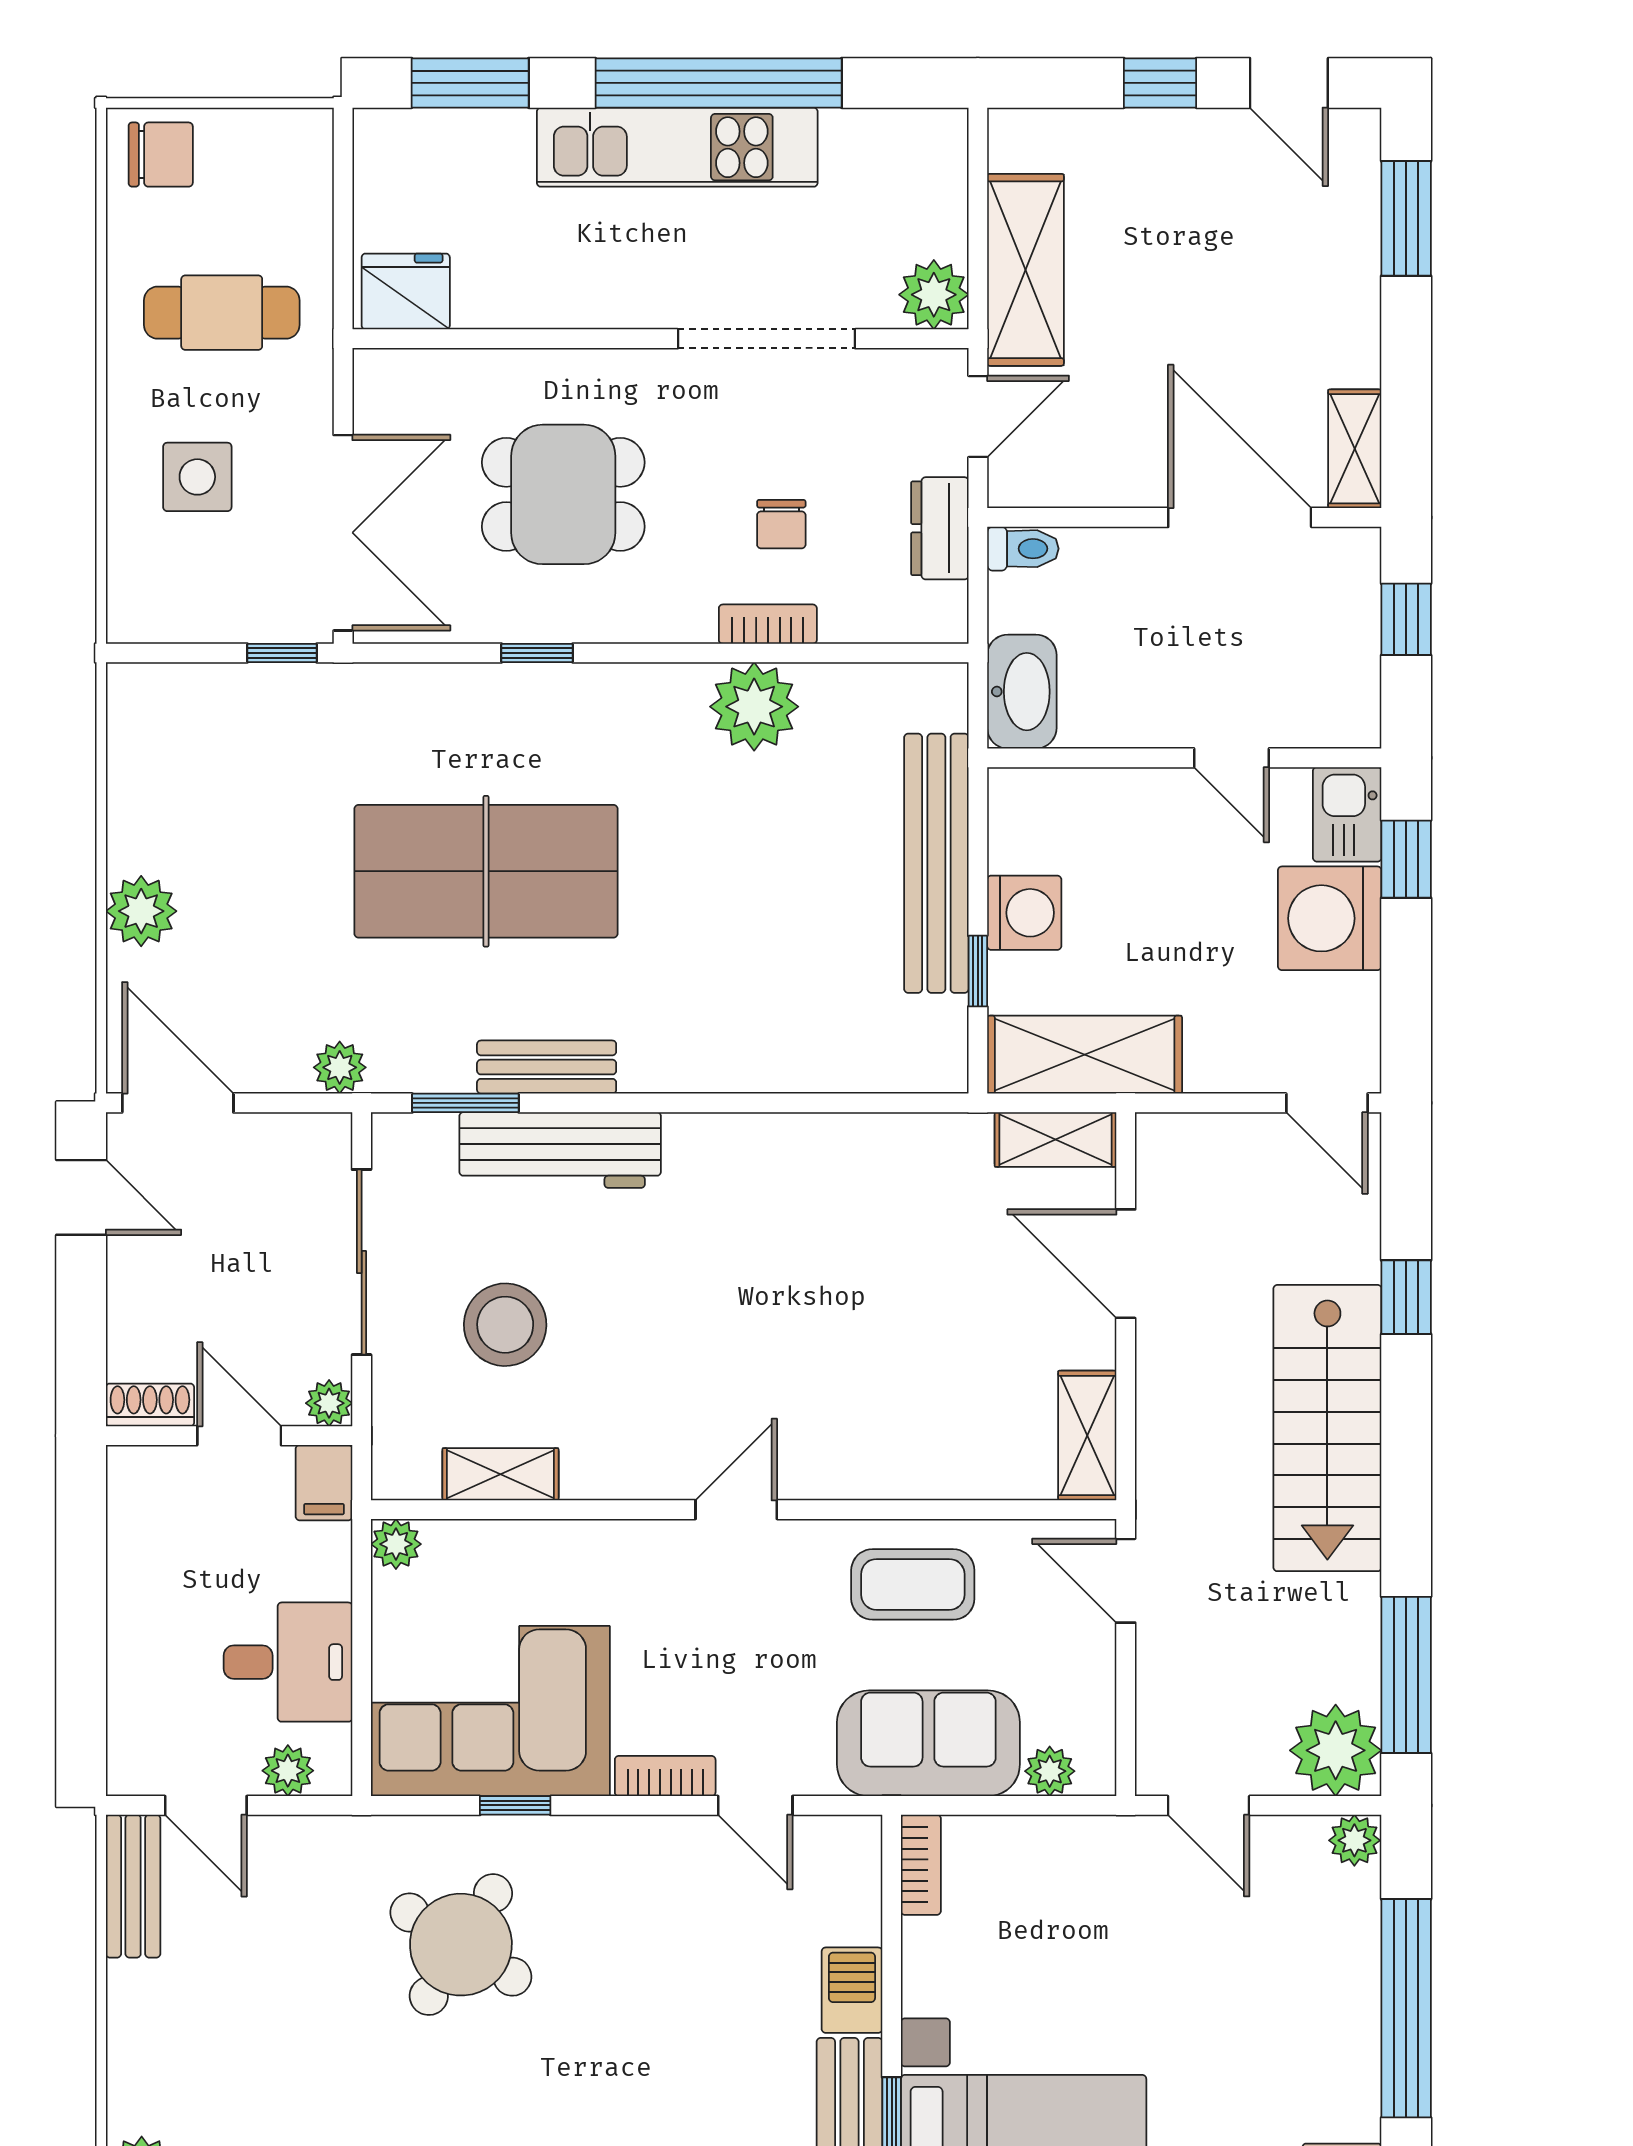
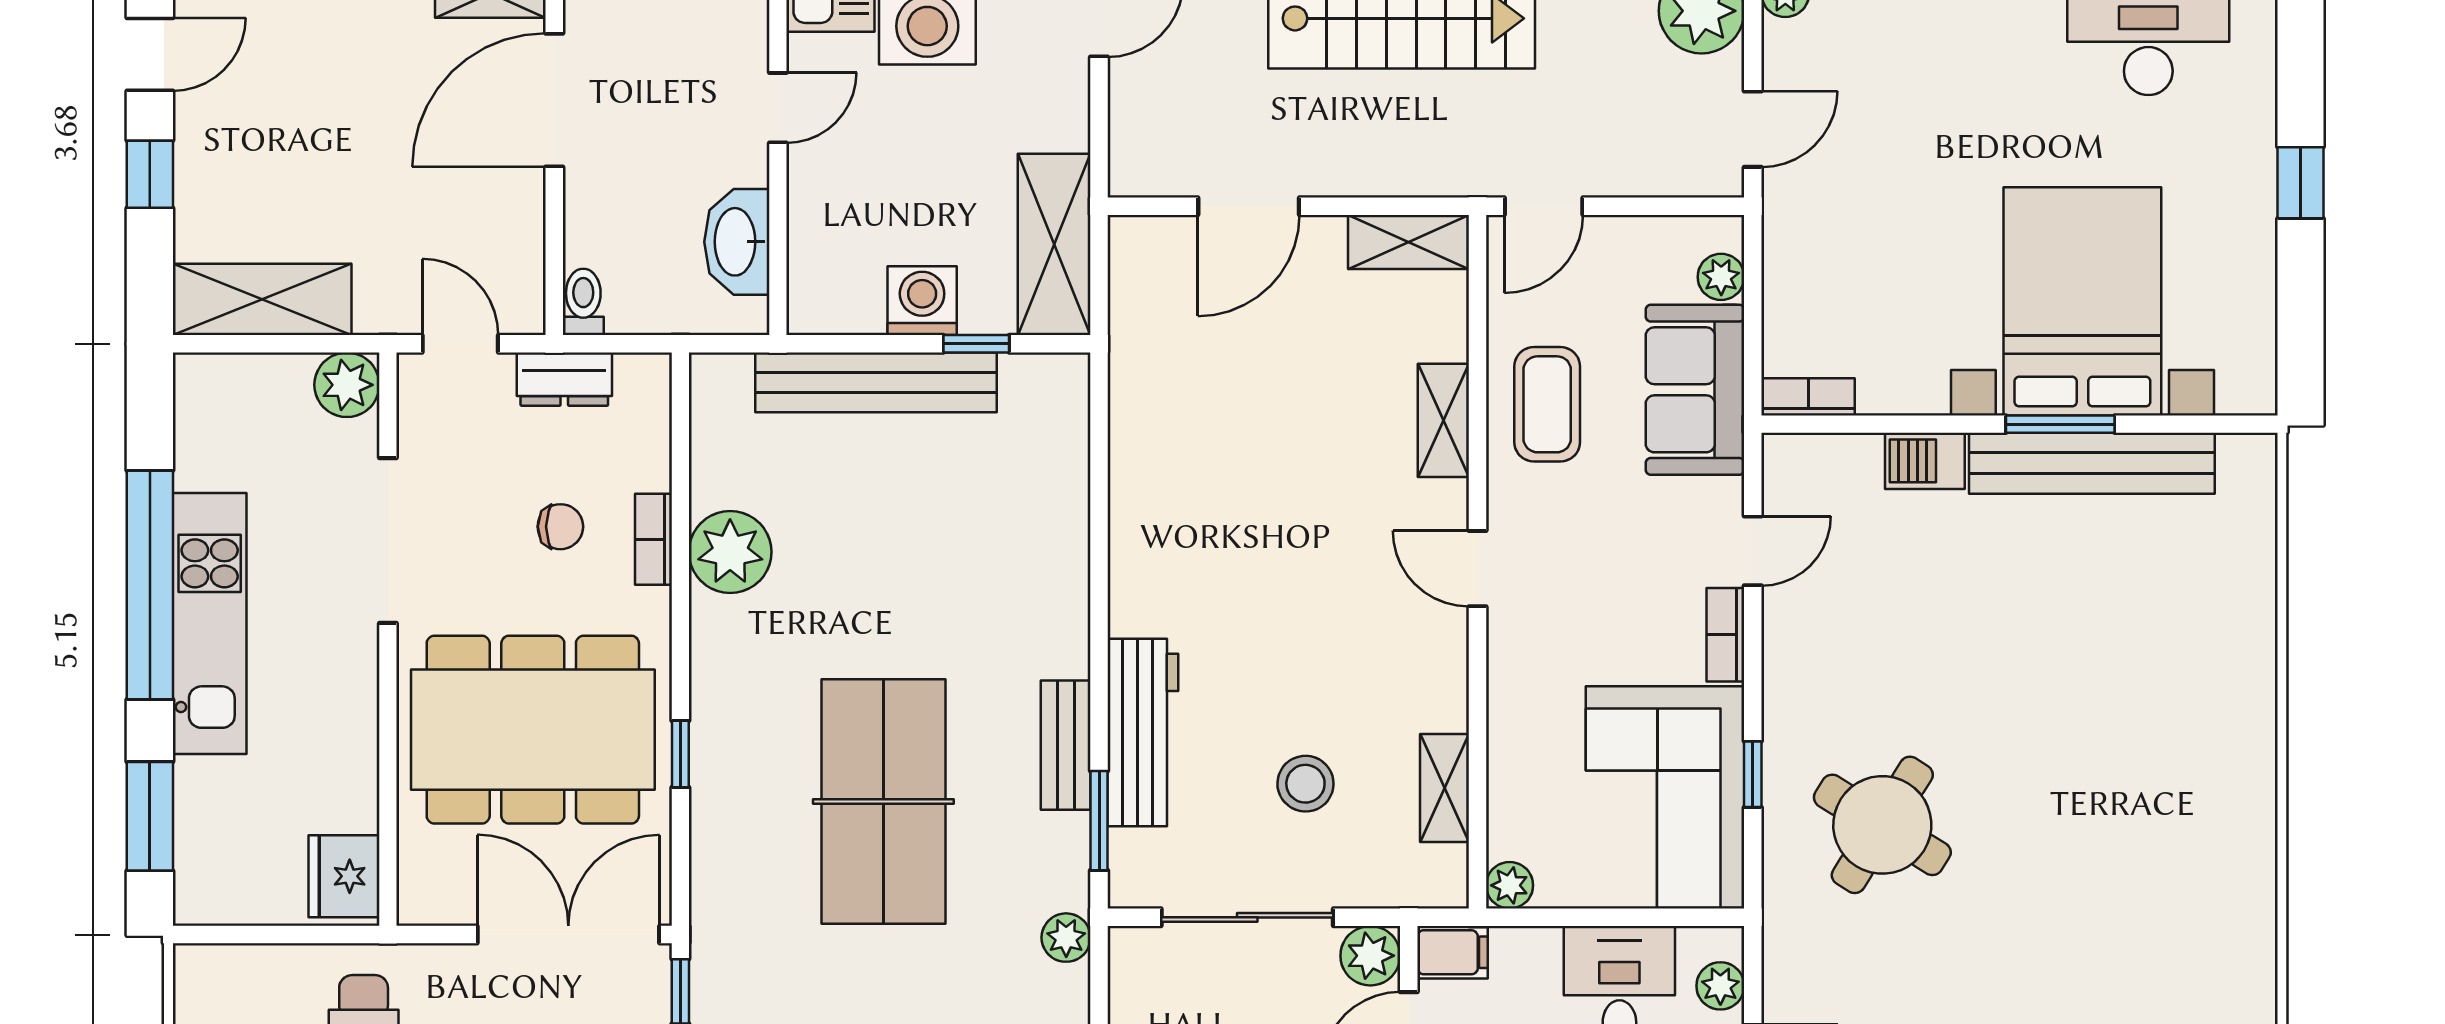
shelving: (1025, 270) -> (262, 299), moved
dining table: (563, 494) -> (533, 730), width x1.88, depth x1.24
washbasin: (1022, 692) -> (737, 242), moved, turned -90
shelving: (1056, 1140) -> (1443, 420), moved
stool: (505, 1325) -> (1305, 784), width x0.73, depth x0.73
plant: (329, 1403) -> (1370, 956), width x1.38, depth x1.38

